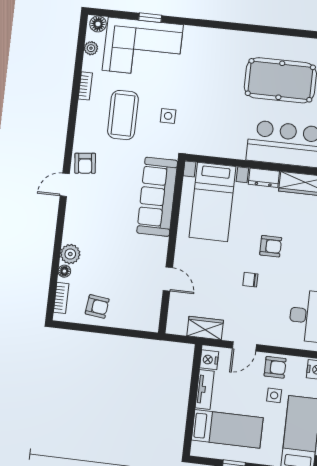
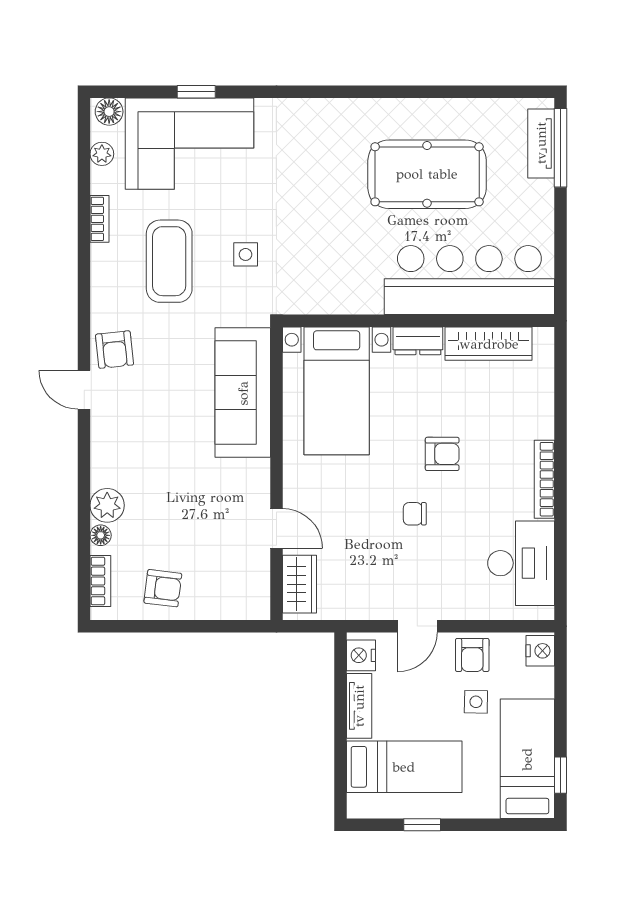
door: (65, 185) -> (84, 390), hinge flipped
wardrobe: (205, 328) -> (299, 584), moved, turned 90
armchair: (275, 367) -> (472, 655), turned 90

